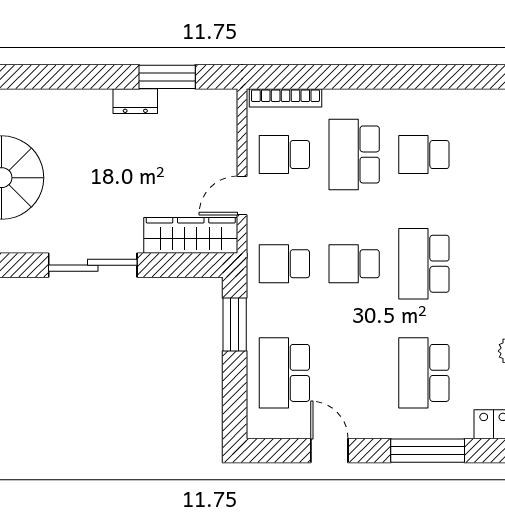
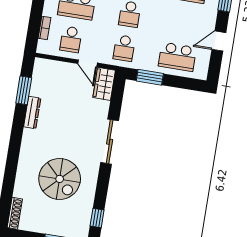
bookcase: (286, 98) -> (44, 28), width x0.64
dresser: (135, 101) -> (32, 113), width x1.44
wardrobe: (191, 235) -> (104, 84), width x0.67

